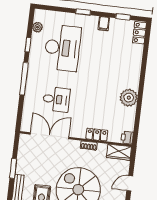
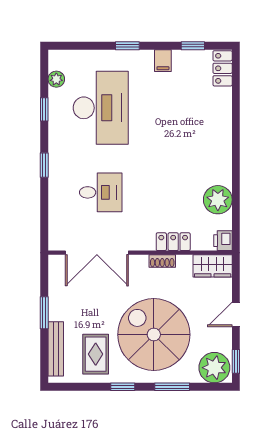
window: (24, 79) -> (44, 165), width x0.46
plant: (129, 98) -> (218, 200), moved
double door: (50, 136) -> (97, 253), swing flipped

